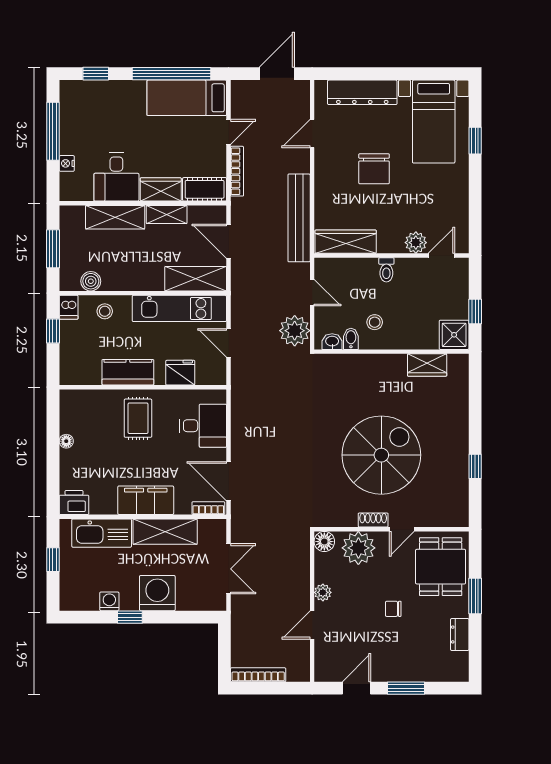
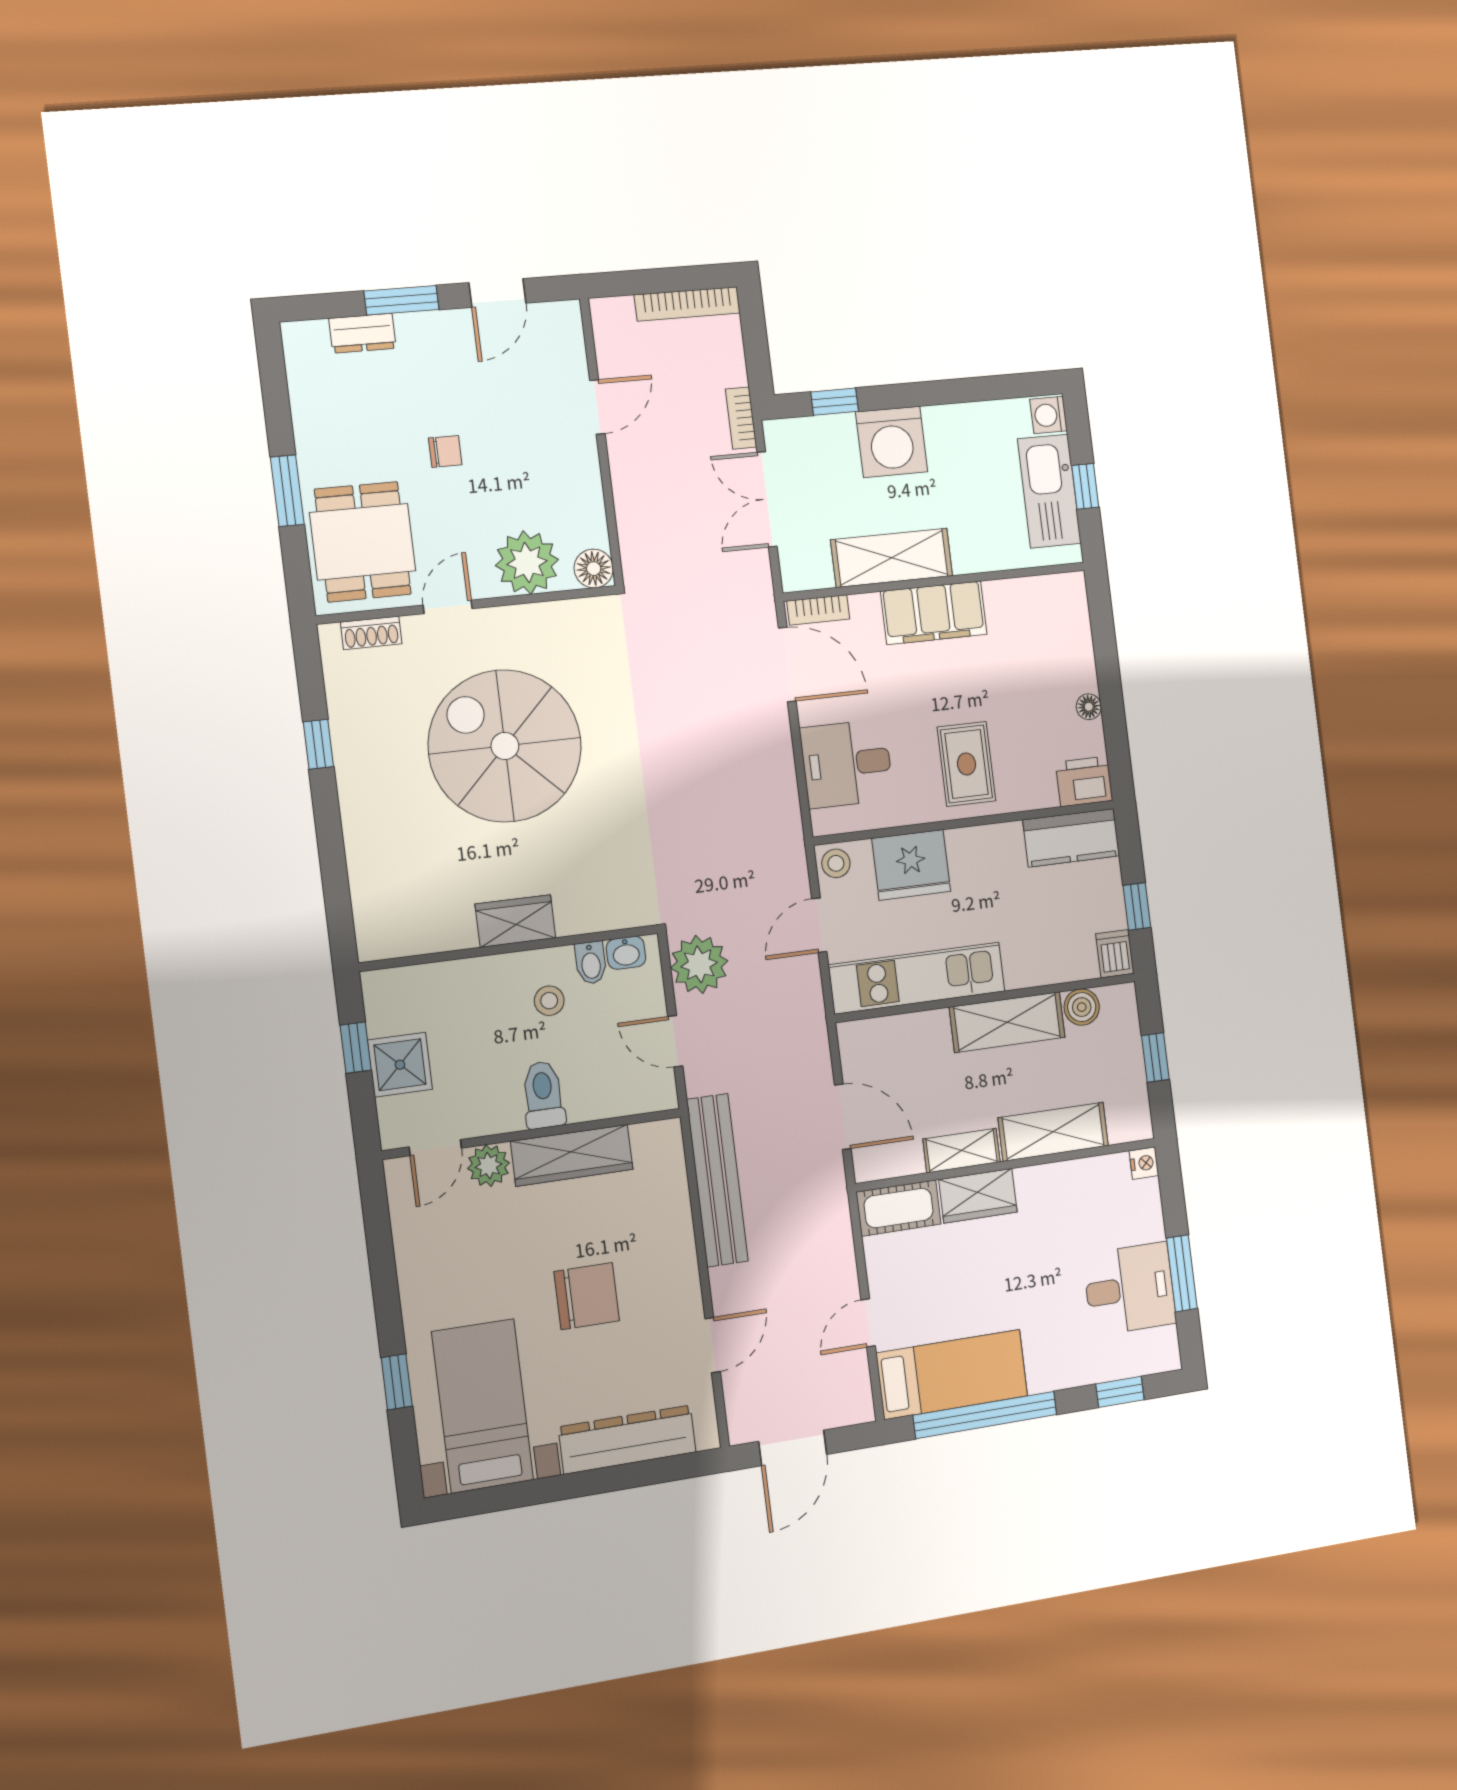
window: (53, 131) -> (1182, 1273), width x0.69
nightstand: (67, 163) -> (1144, 1163), moved
chair: (374, 169) -> (587, 1296), turned 90
bookcase: (237, 171) -> (741, 418), moved, width x0.64
desk: (116, 177) -> (1130, 1289), moved, turned 90
wardrobe: (346, 242) -> (572, 1155), moved
window: (53, 249) -> (1155, 1058), width x0.67
toilet: (386, 270) -> (543, 1095), width x1.37, depth x1.39
shelving: (196, 279) -> (1007, 1022), moved
stool: (105, 311) -> (836, 863), moved
shower: (454, 335) -> (400, 1065), moved
door: (229, 343) -> (819, 925), swing flipped
wardrobe: (427, 365) -> (515, 921), moved
kitchen counter: (128, 372) -> (1071, 838), moved
fridge: (180, 373) -> (911, 865), width x1.36, depth x1.34
spiral stairs: (381, 455) -> (505, 746), turned 90
printer: (74, 502) -> (1084, 781), moved, turned 180
shoe rack: (373, 520) -> (371, 633), moved
kitchen sink: (102, 533) -> (1049, 491), moved, turned -90
plant: (323, 592) -> (585, 471), removed
washing machine: (109, 601) -> (1049, 415), moved, turned 90
window: (130, 617) -> (835, 402), moved
dresser: (460, 635) -> (363, 333), moved, turned 90

